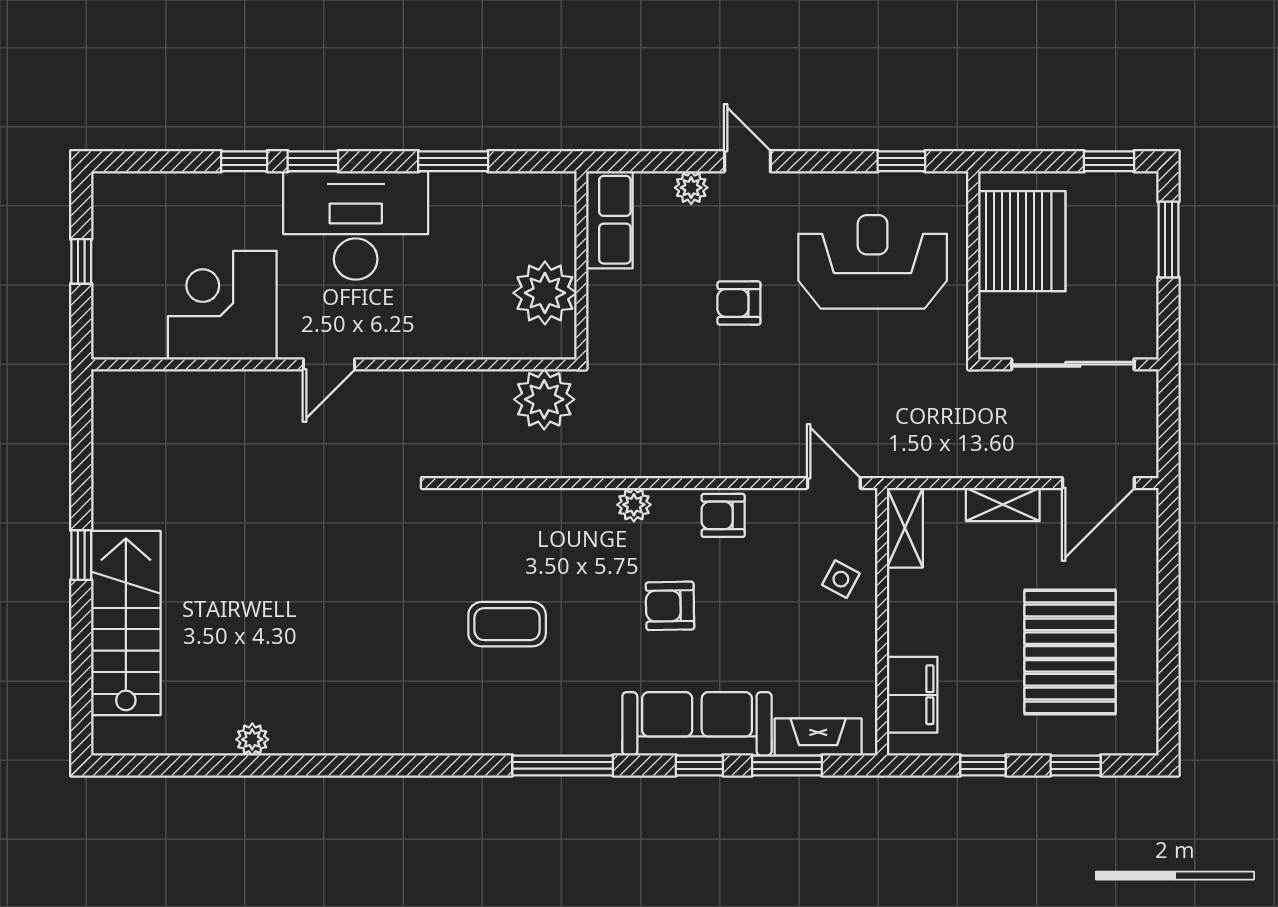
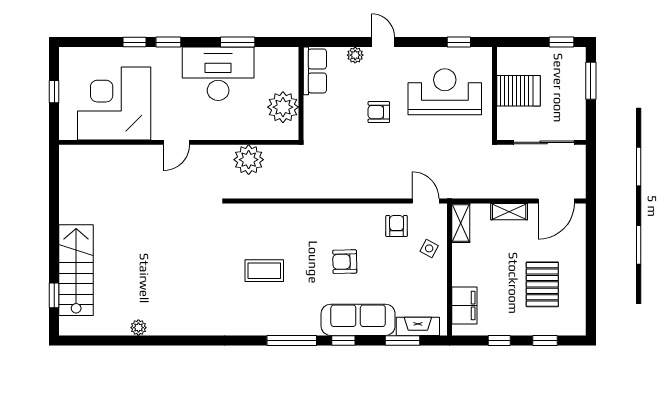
desk: (356, 225) -> (218, 74), moved
server rack: (1022, 241) -> (518, 91), width x0.62
corner desk: (222, 305) -> (114, 103), width x1.36, depth x1.36
plant: (544, 399) -> (249, 160), moved
plant: (634, 505) -> (327, 212), removed
armchair: (723, 515) -> (397, 226), moved, turned 90
window: (81, 555) -> (54, 295), moved
pallet: (1070, 652) -> (542, 284), width x0.73, depth x0.71
window: (699, 765) -> (343, 340), moved

